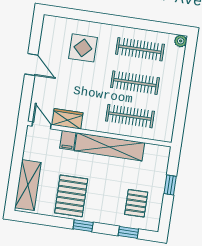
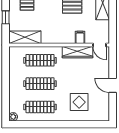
wardrobe: (67, 119) -> (77, 52), width x1.50
shelving: (110, 147) -> (25, 37), moved, width x0.68

